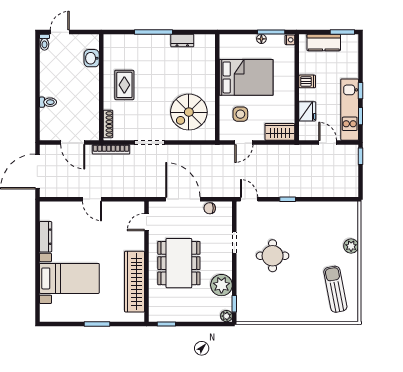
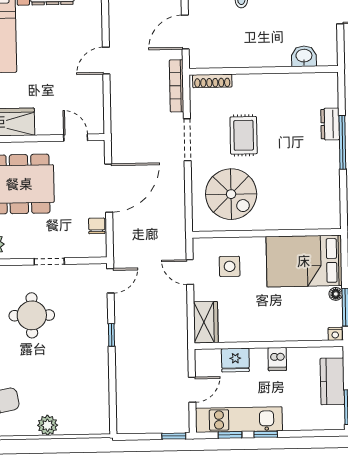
dresser: (182, 41) -> (330, 124), moved
bed: (246, 77) -> (304, 261), moved, turned 90
rug: (124, 85) -> (244, 135), moved, turned 90
spiral stairs: (189, 112) -> (231, 194), turned 180

